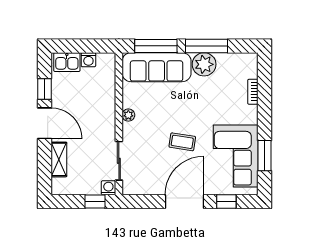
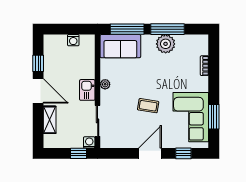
kitchen sink: (67, 62) -> (87, 90), moved, turned 90
sofa: (157, 67) -> (120, 46), width x0.73
door: (184, 201) -> (150, 153), width x0.73

